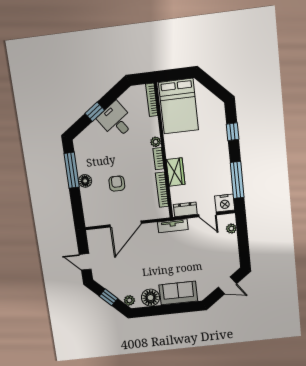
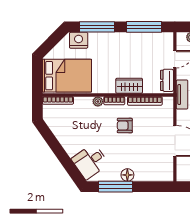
window: (95, 112) -> (62, 156), removed
desk: (116, 120) -> (90, 161), moved
window: (233, 132) -> (97, 27), width x2.17
armchair: (117, 184) -> (125, 126), moved
nightstand: (225, 203) -> (79, 40), moved, turned -90

